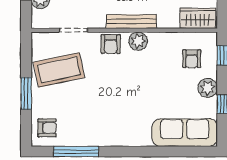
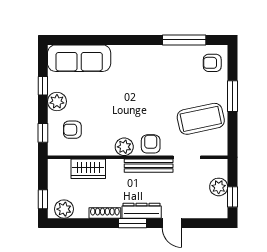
wardrobe: (198, 18) -> (88, 169), moved
bench: (131, 22) -> (149, 166), moved
armchair: (192, 59) -> (72, 130), turned -90

